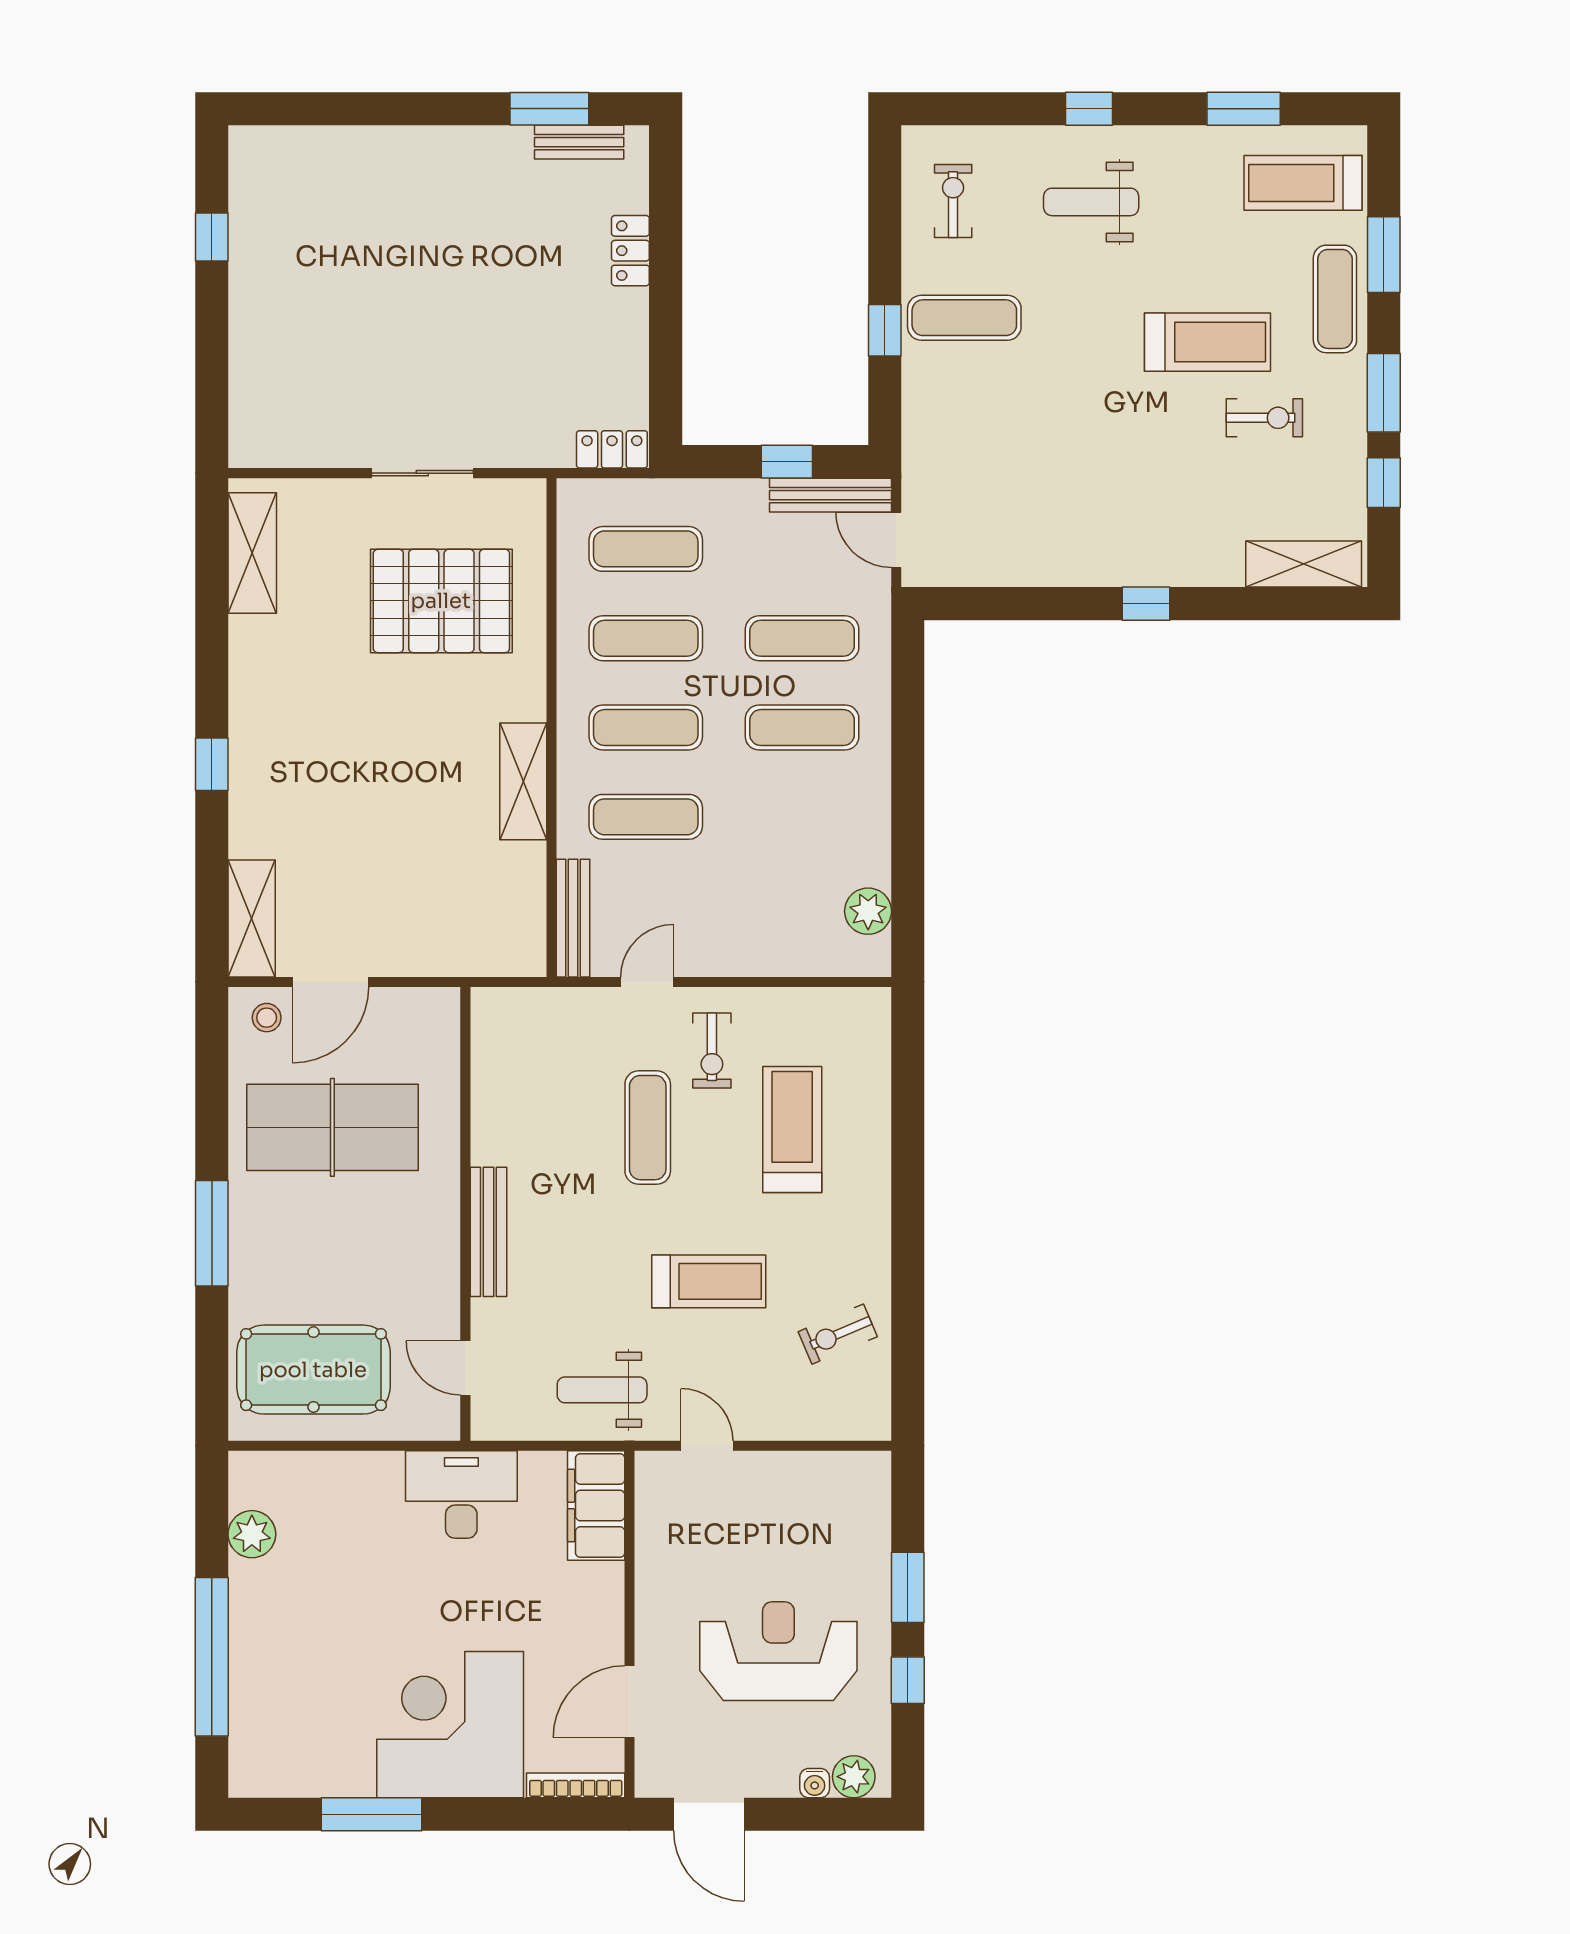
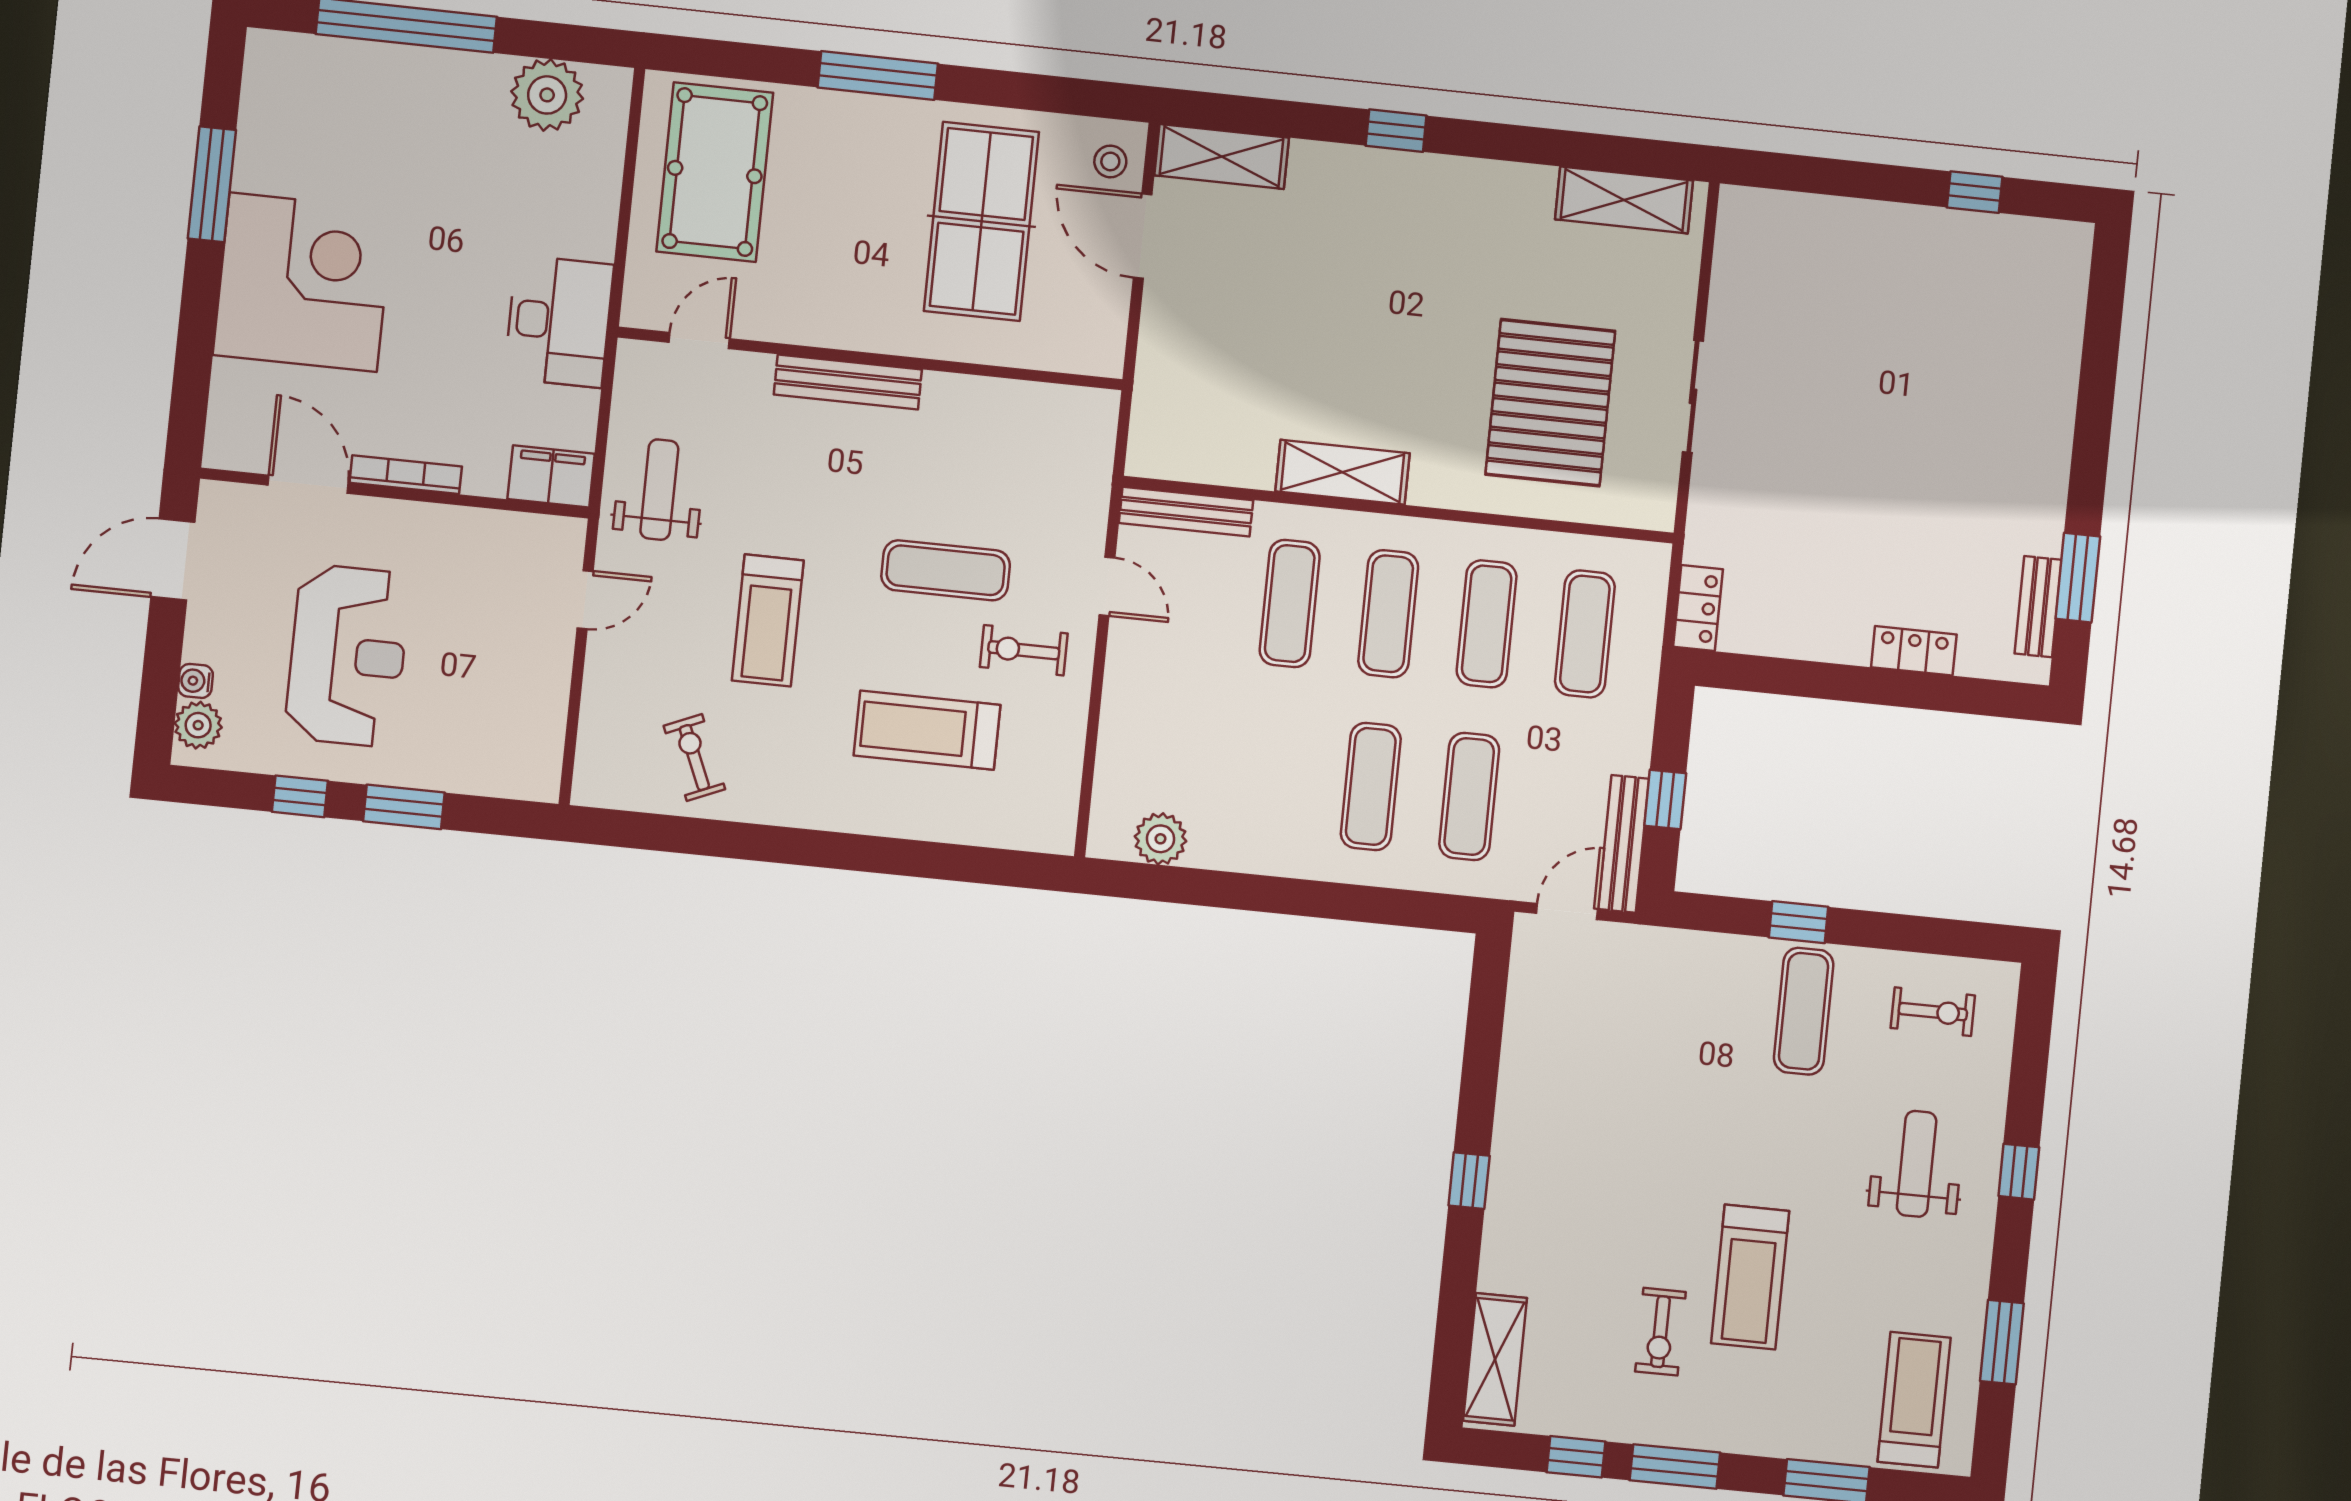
exercise mat: (1335, 299) -> (1783, 1422), removed
treadmill: (792, 1130) -> (927, 730), turned 180
filing cabinet: (596, 1505) -> (551, 476), width x0.67, depth x0.86
plant: (252, 1534) -> (547, 95), width x1.36, depth x1.36
bookcase: (576, 1785) -> (406, 475), moved, turned -90

